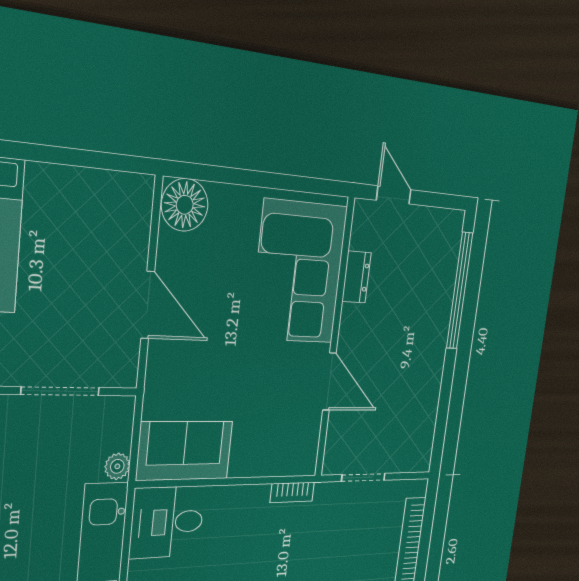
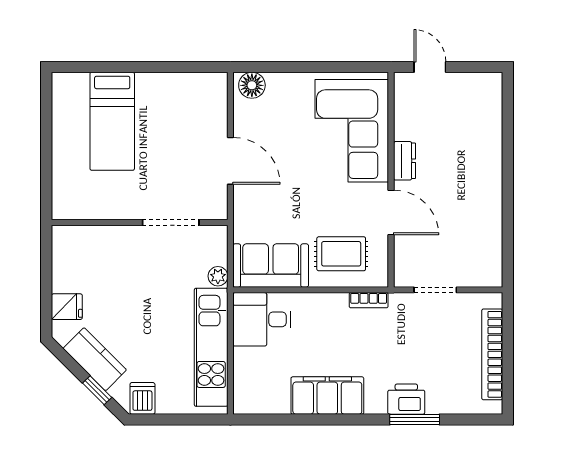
floor lamp: (185, 205) -> (252, 85), width x0.73, depth x0.73
dresser: (357, 277) -> (405, 161), moved
window: (460, 291) -> (508, 136), removed
rug: (269, 434) -> (341, 254), added

